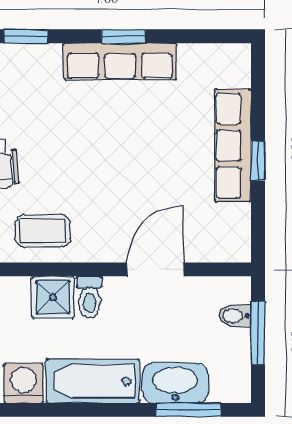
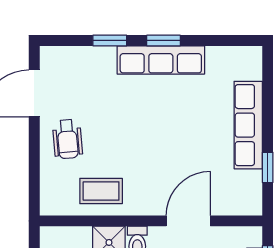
window: (26, 36) -> (110, 40), moved
window: (258, 161) -> (268, 167), moved

